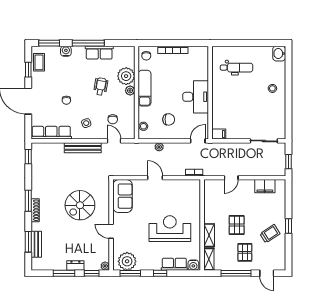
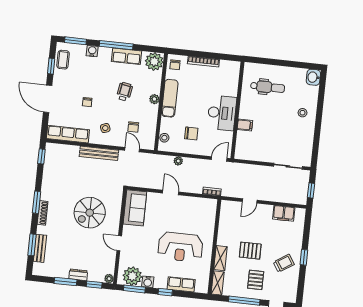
plant: (126, 76) -> (154, 61), moved
filing cabinet: (219, 134) -> (245, 125), moved
pallet: (237, 225) -> (250, 251), turned 90
reception desk: (170, 229) -> (180, 247), turned 180
water cooler: (193, 265) -> (148, 282), moved

